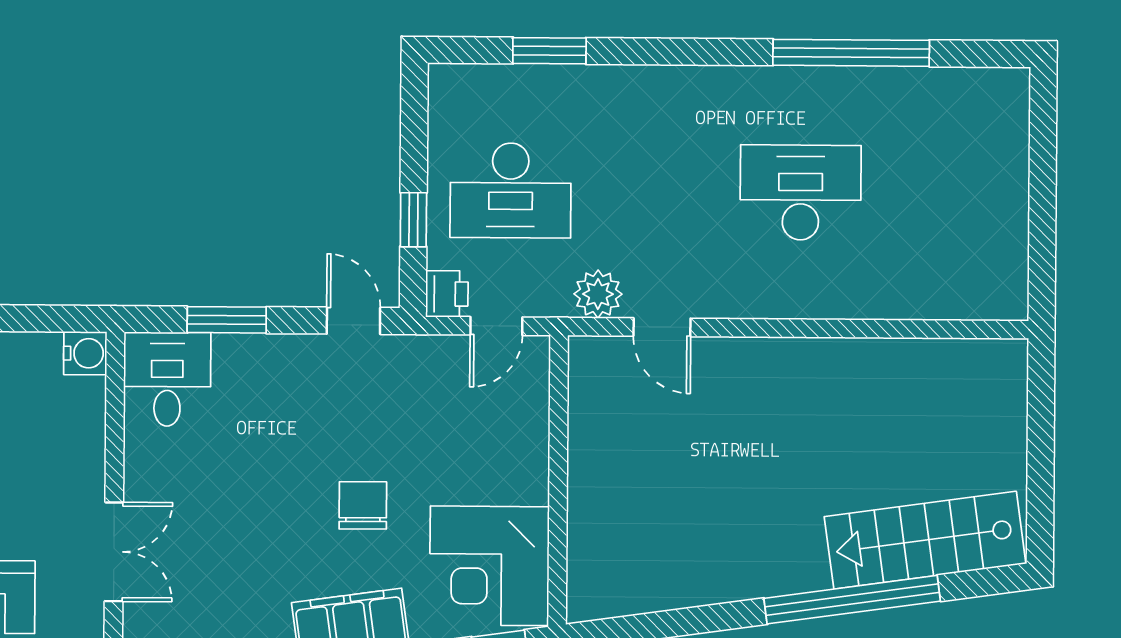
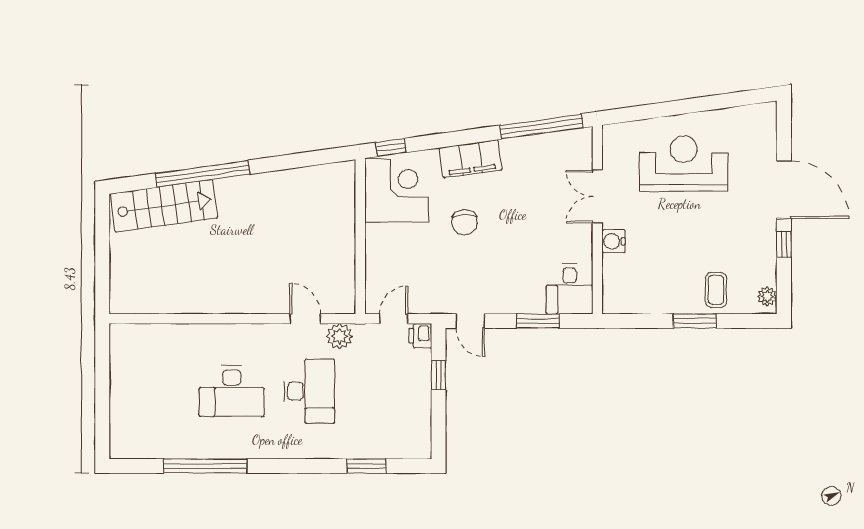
desk: (511, 190) -> (309, 391), moved, turned 90
water cooler: (85, 353) -> (613, 241), moved

